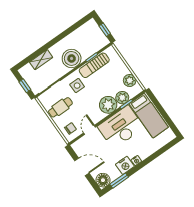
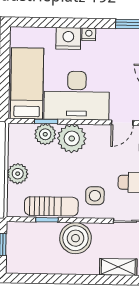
plant: (130, 80) -> (18, 174), moved
nightstand: (125, 165) -> (68, 38), moved

